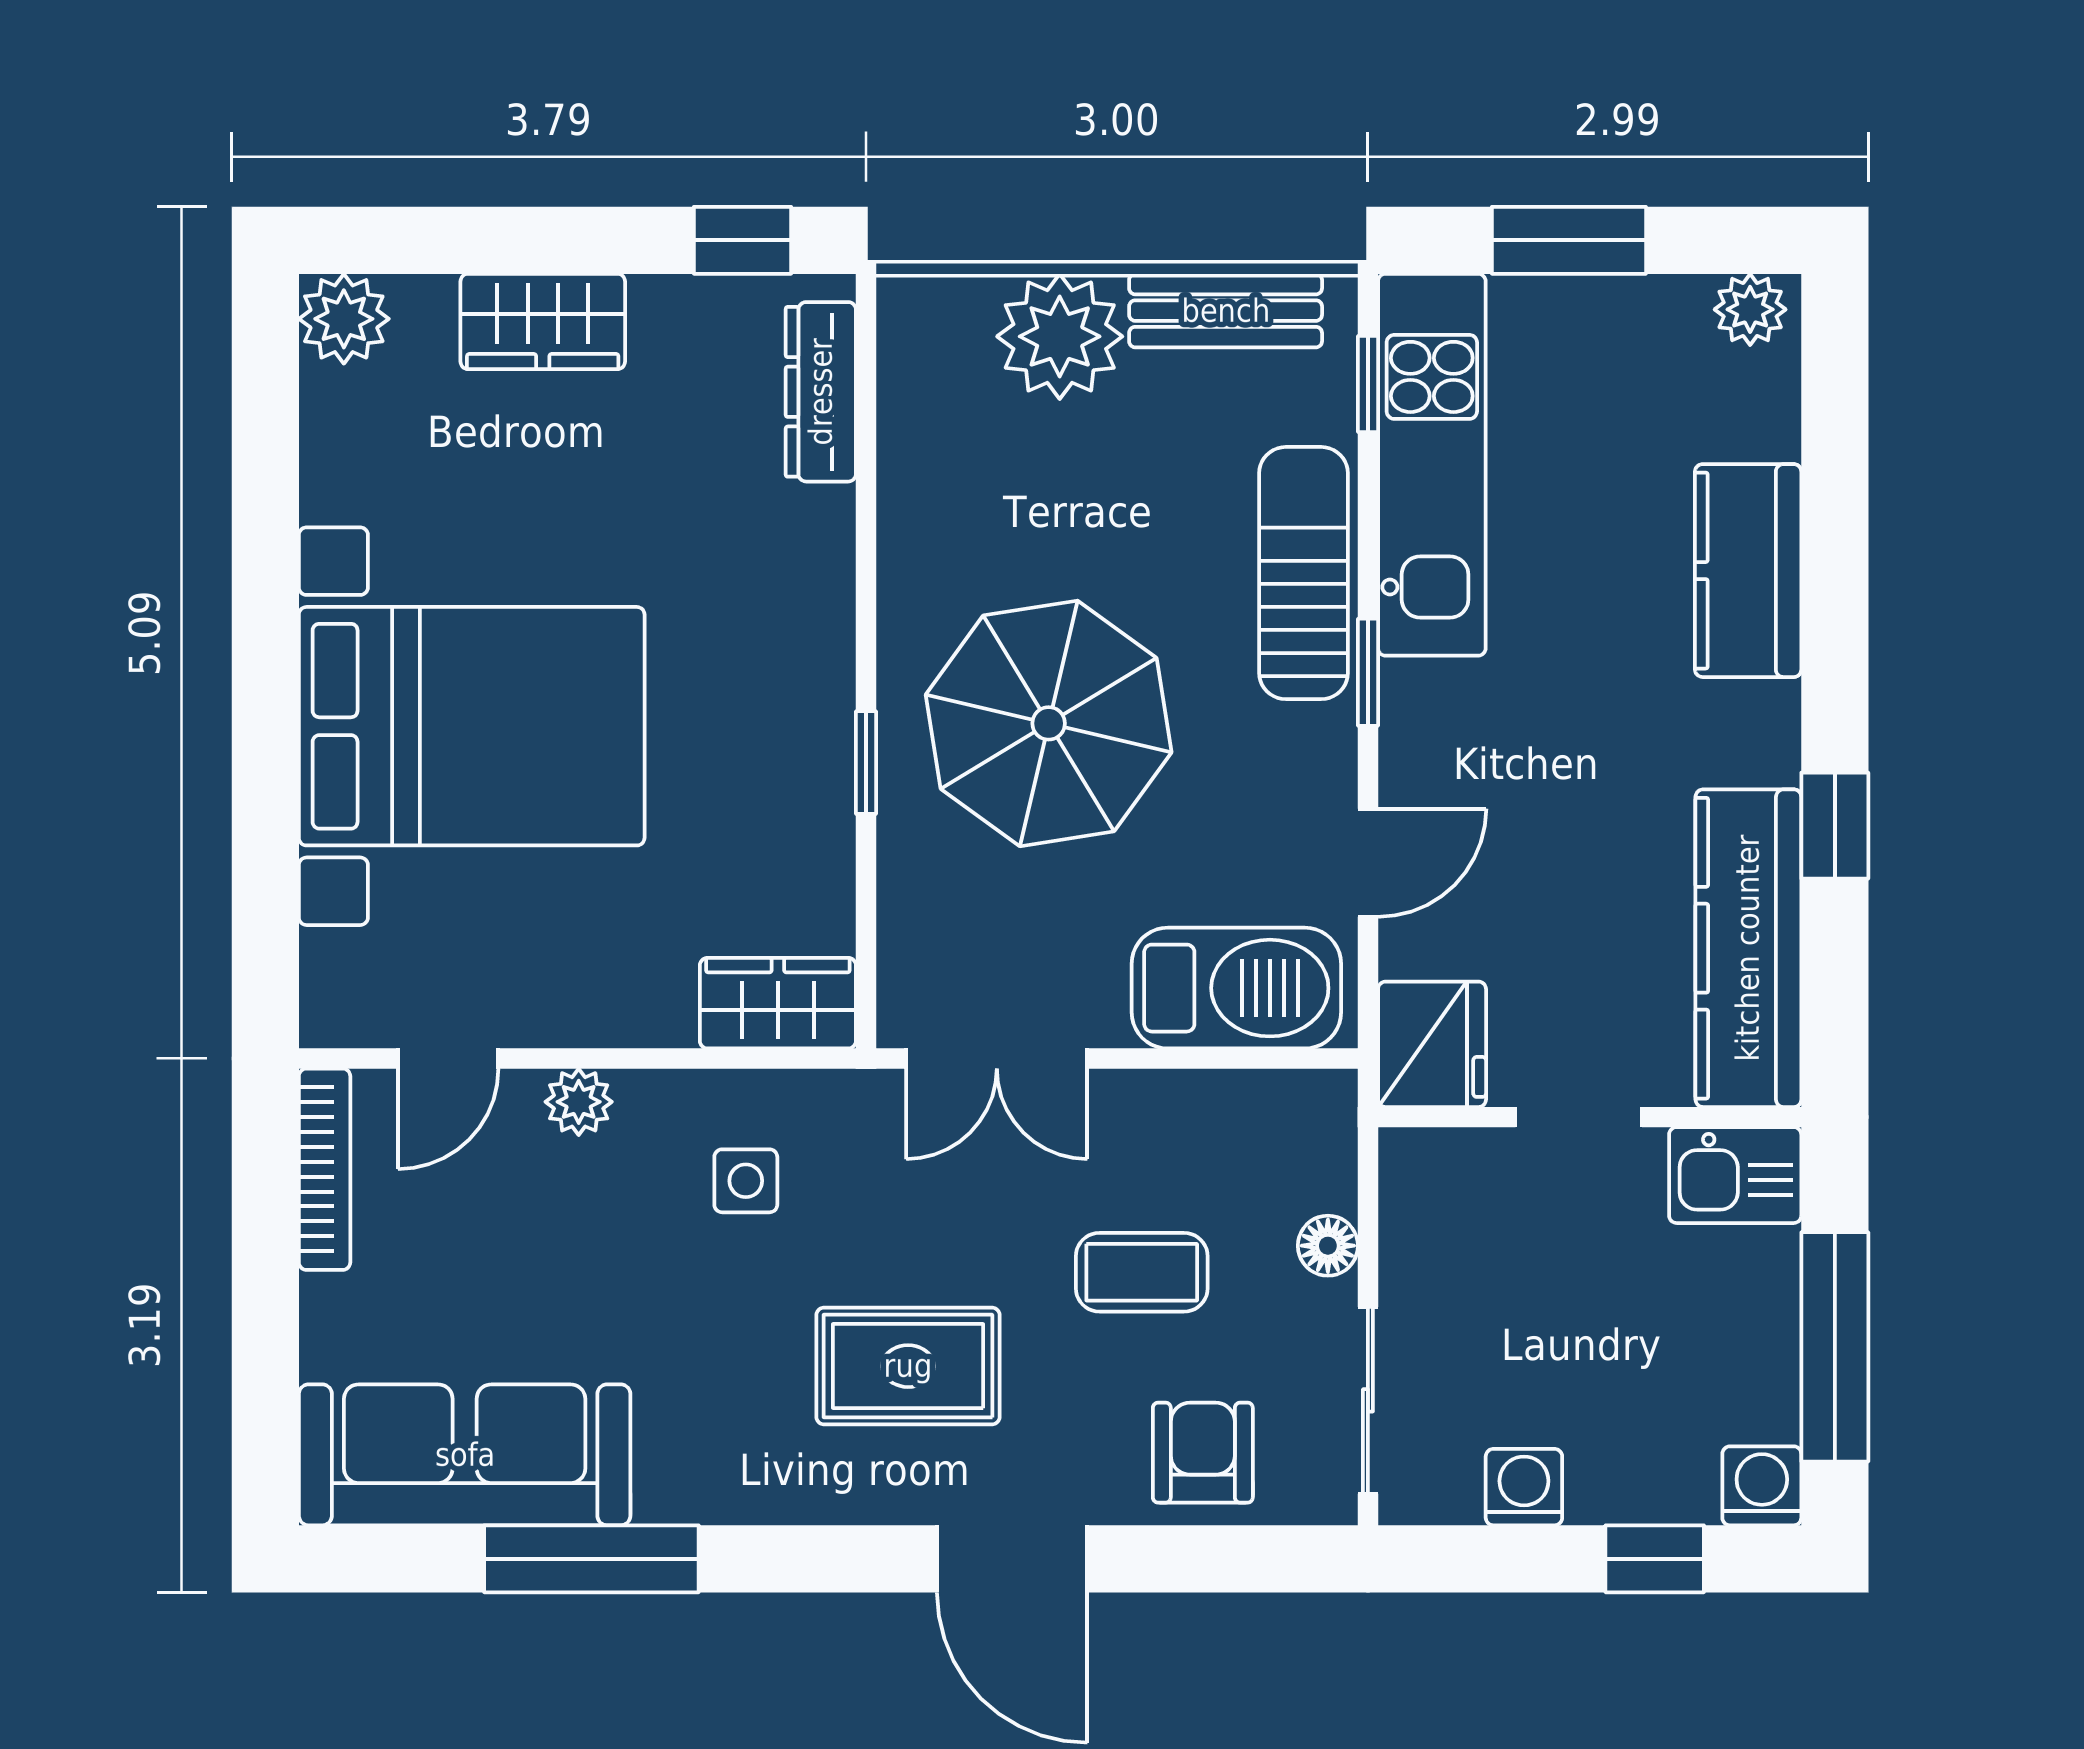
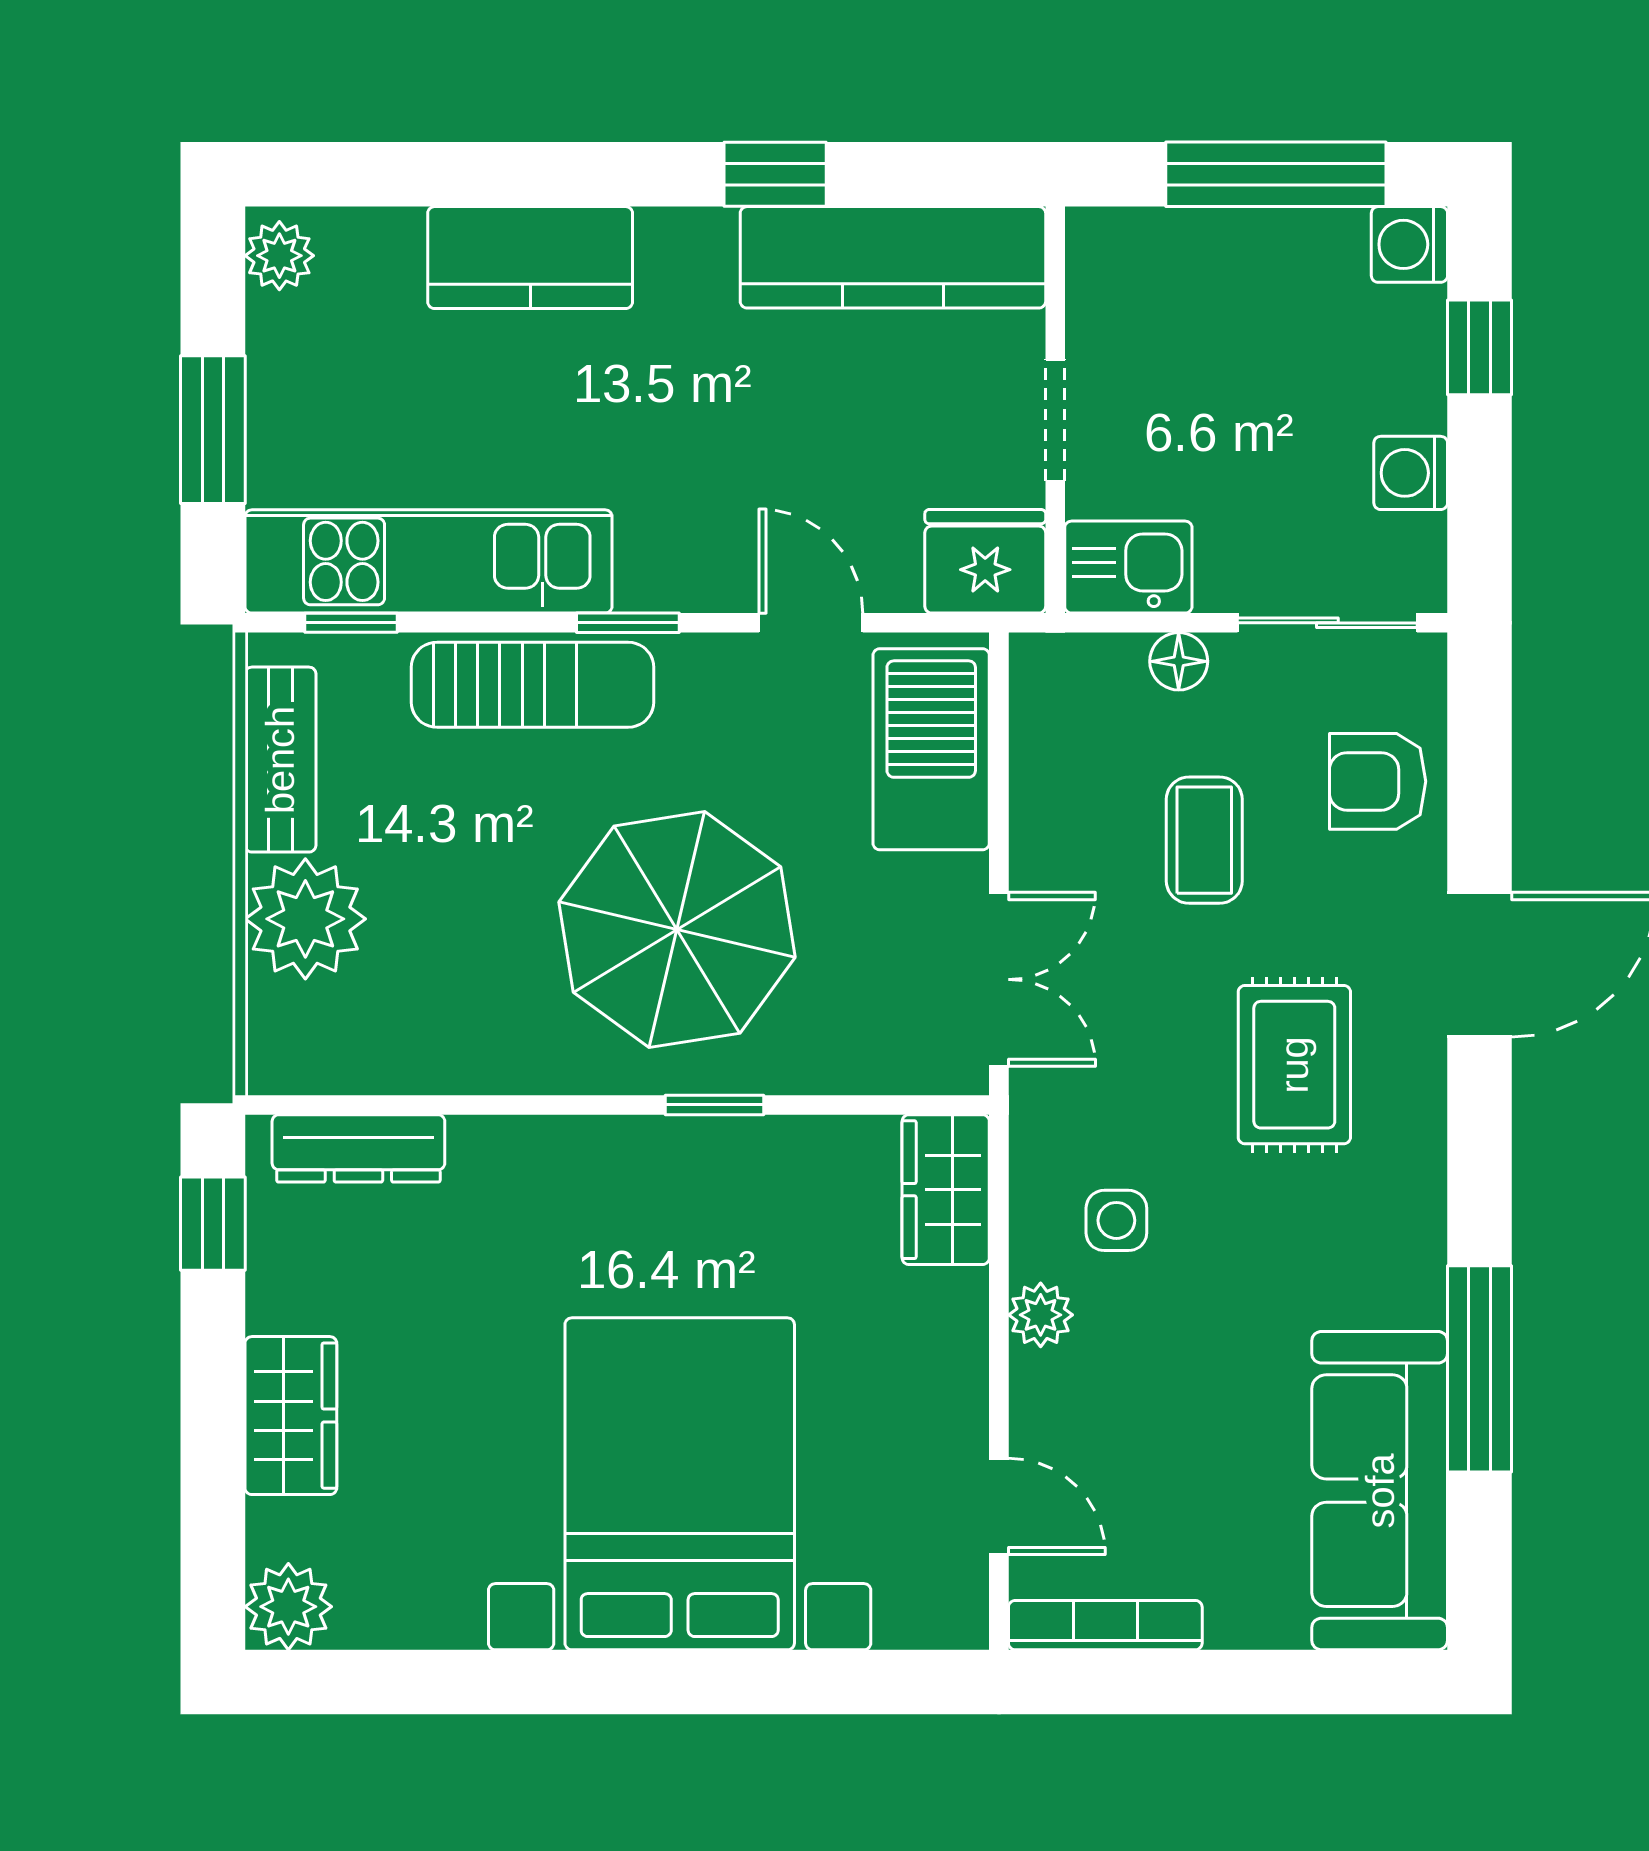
sun lounger: (1303, 573) -> (533, 685), turned 180
plant: (579, 1102) -> (1041, 1315), moved
kitchen sink: (1735, 1175) -> (1128, 567), moved, turned -90

